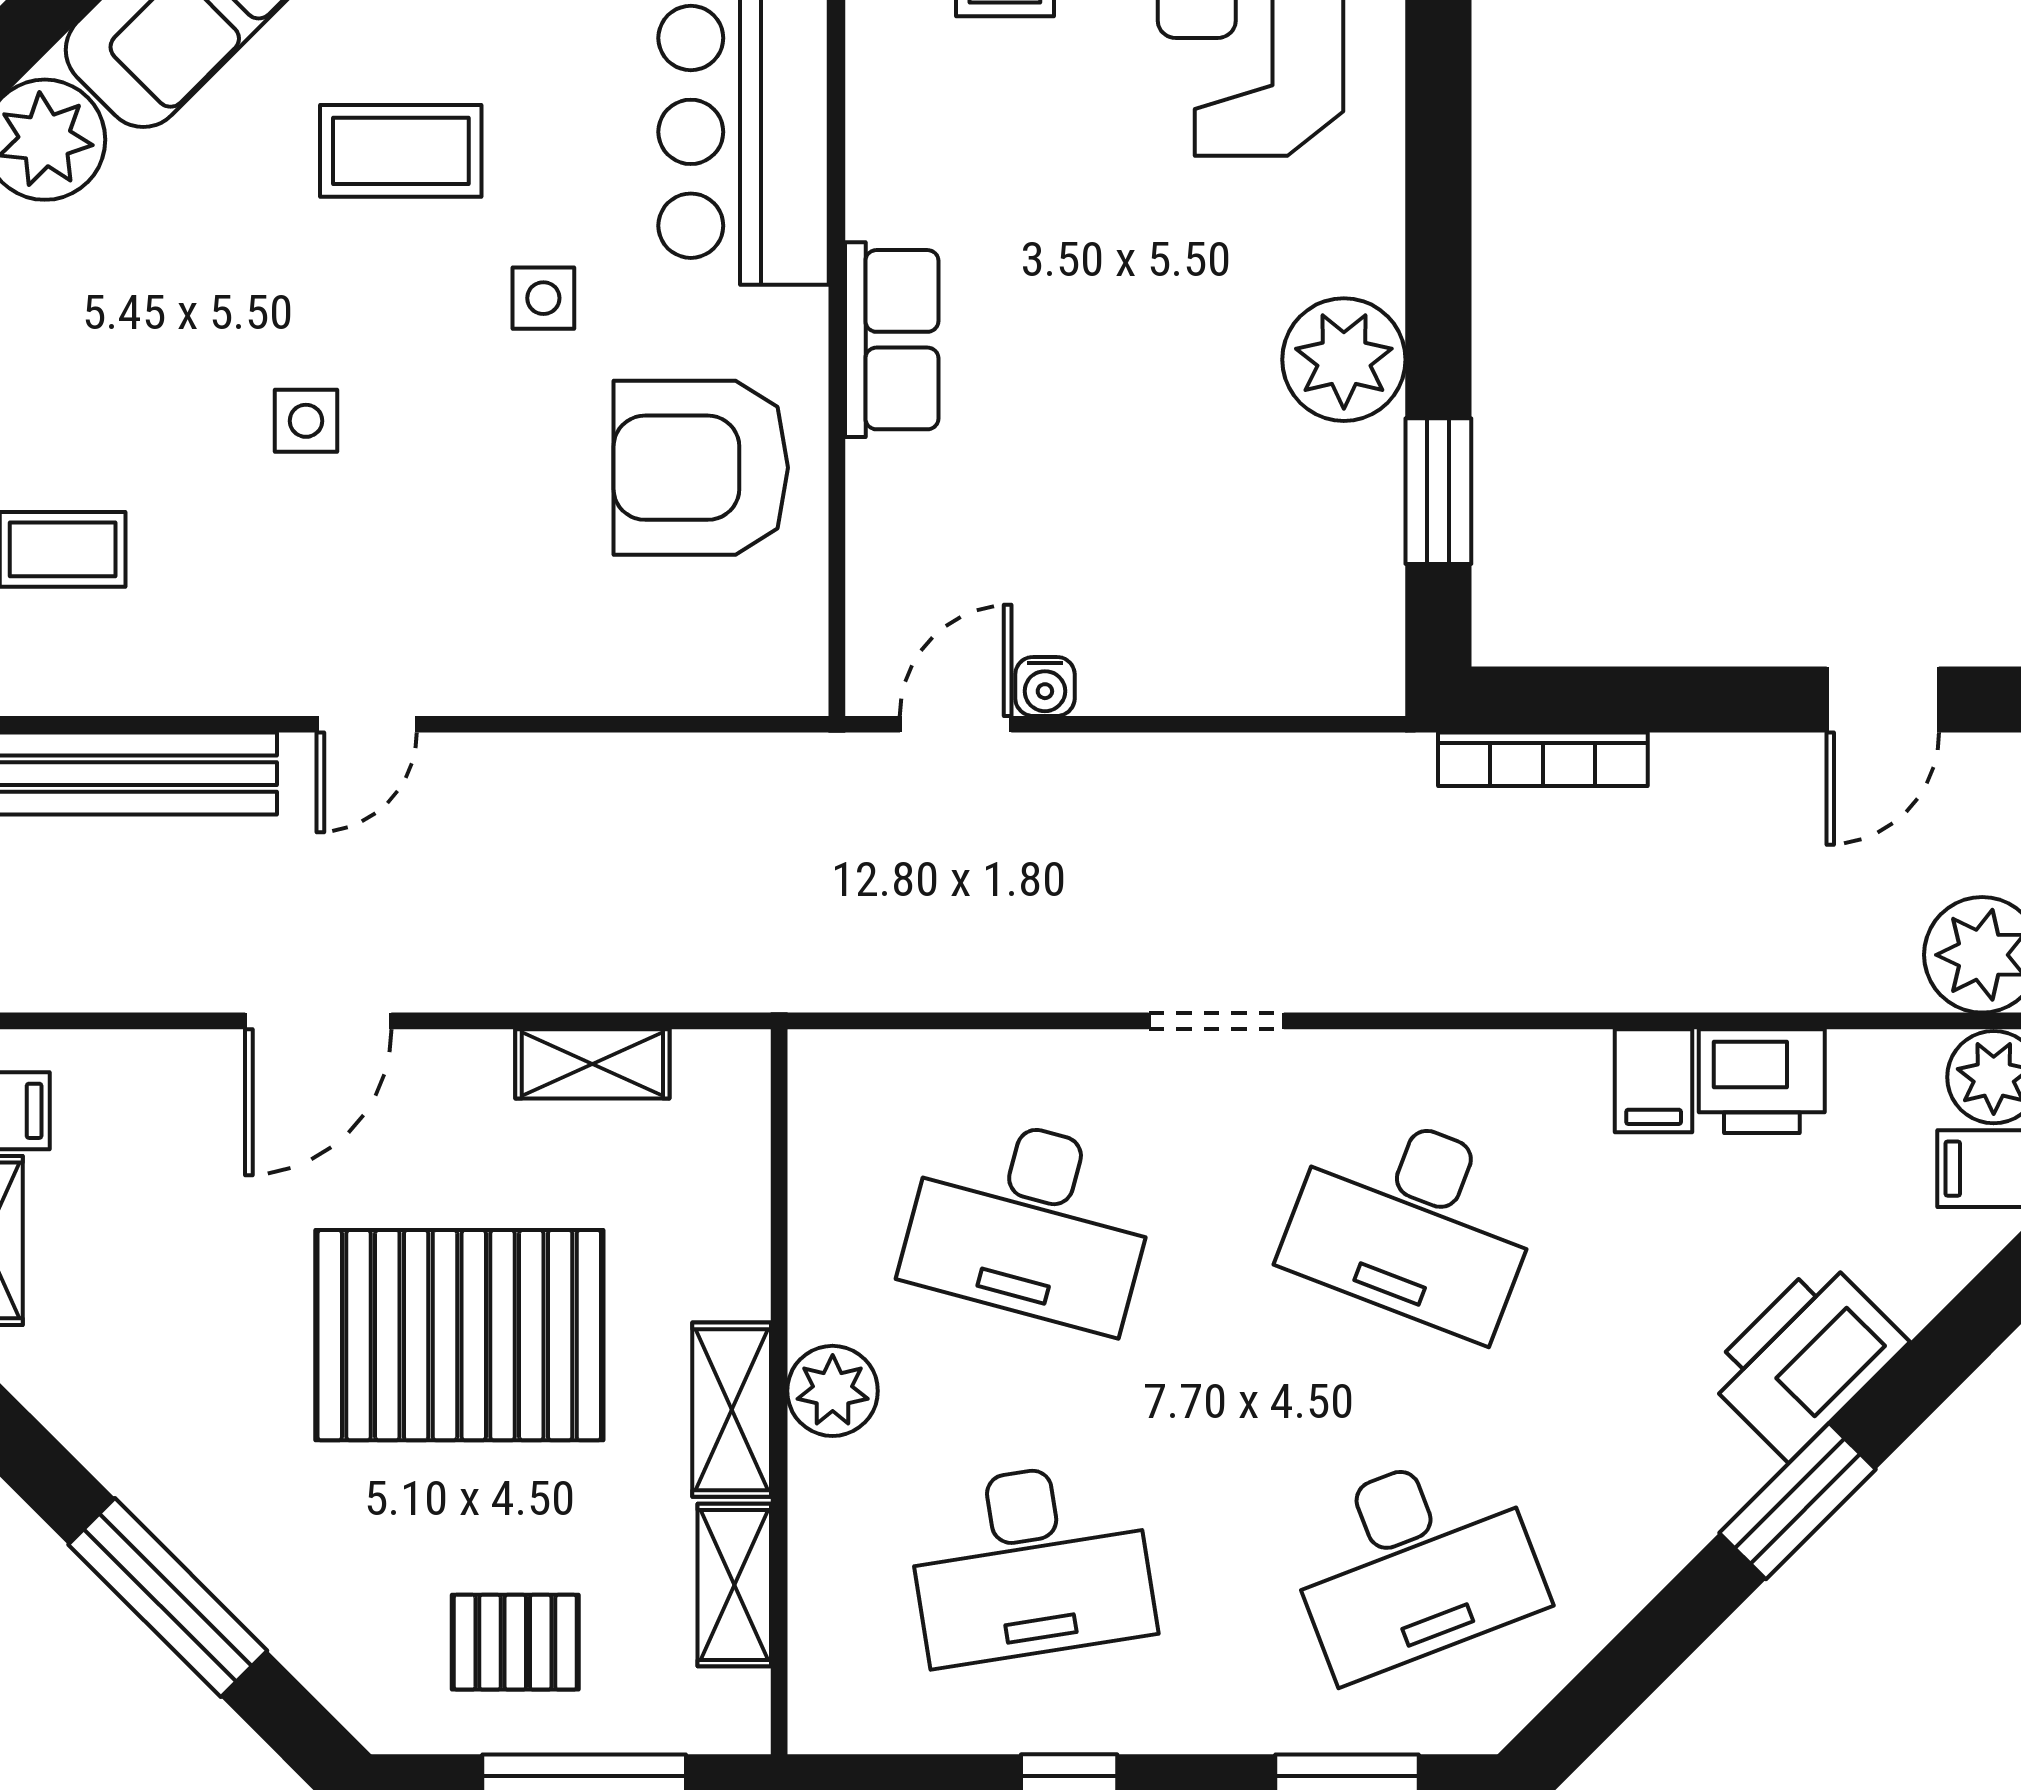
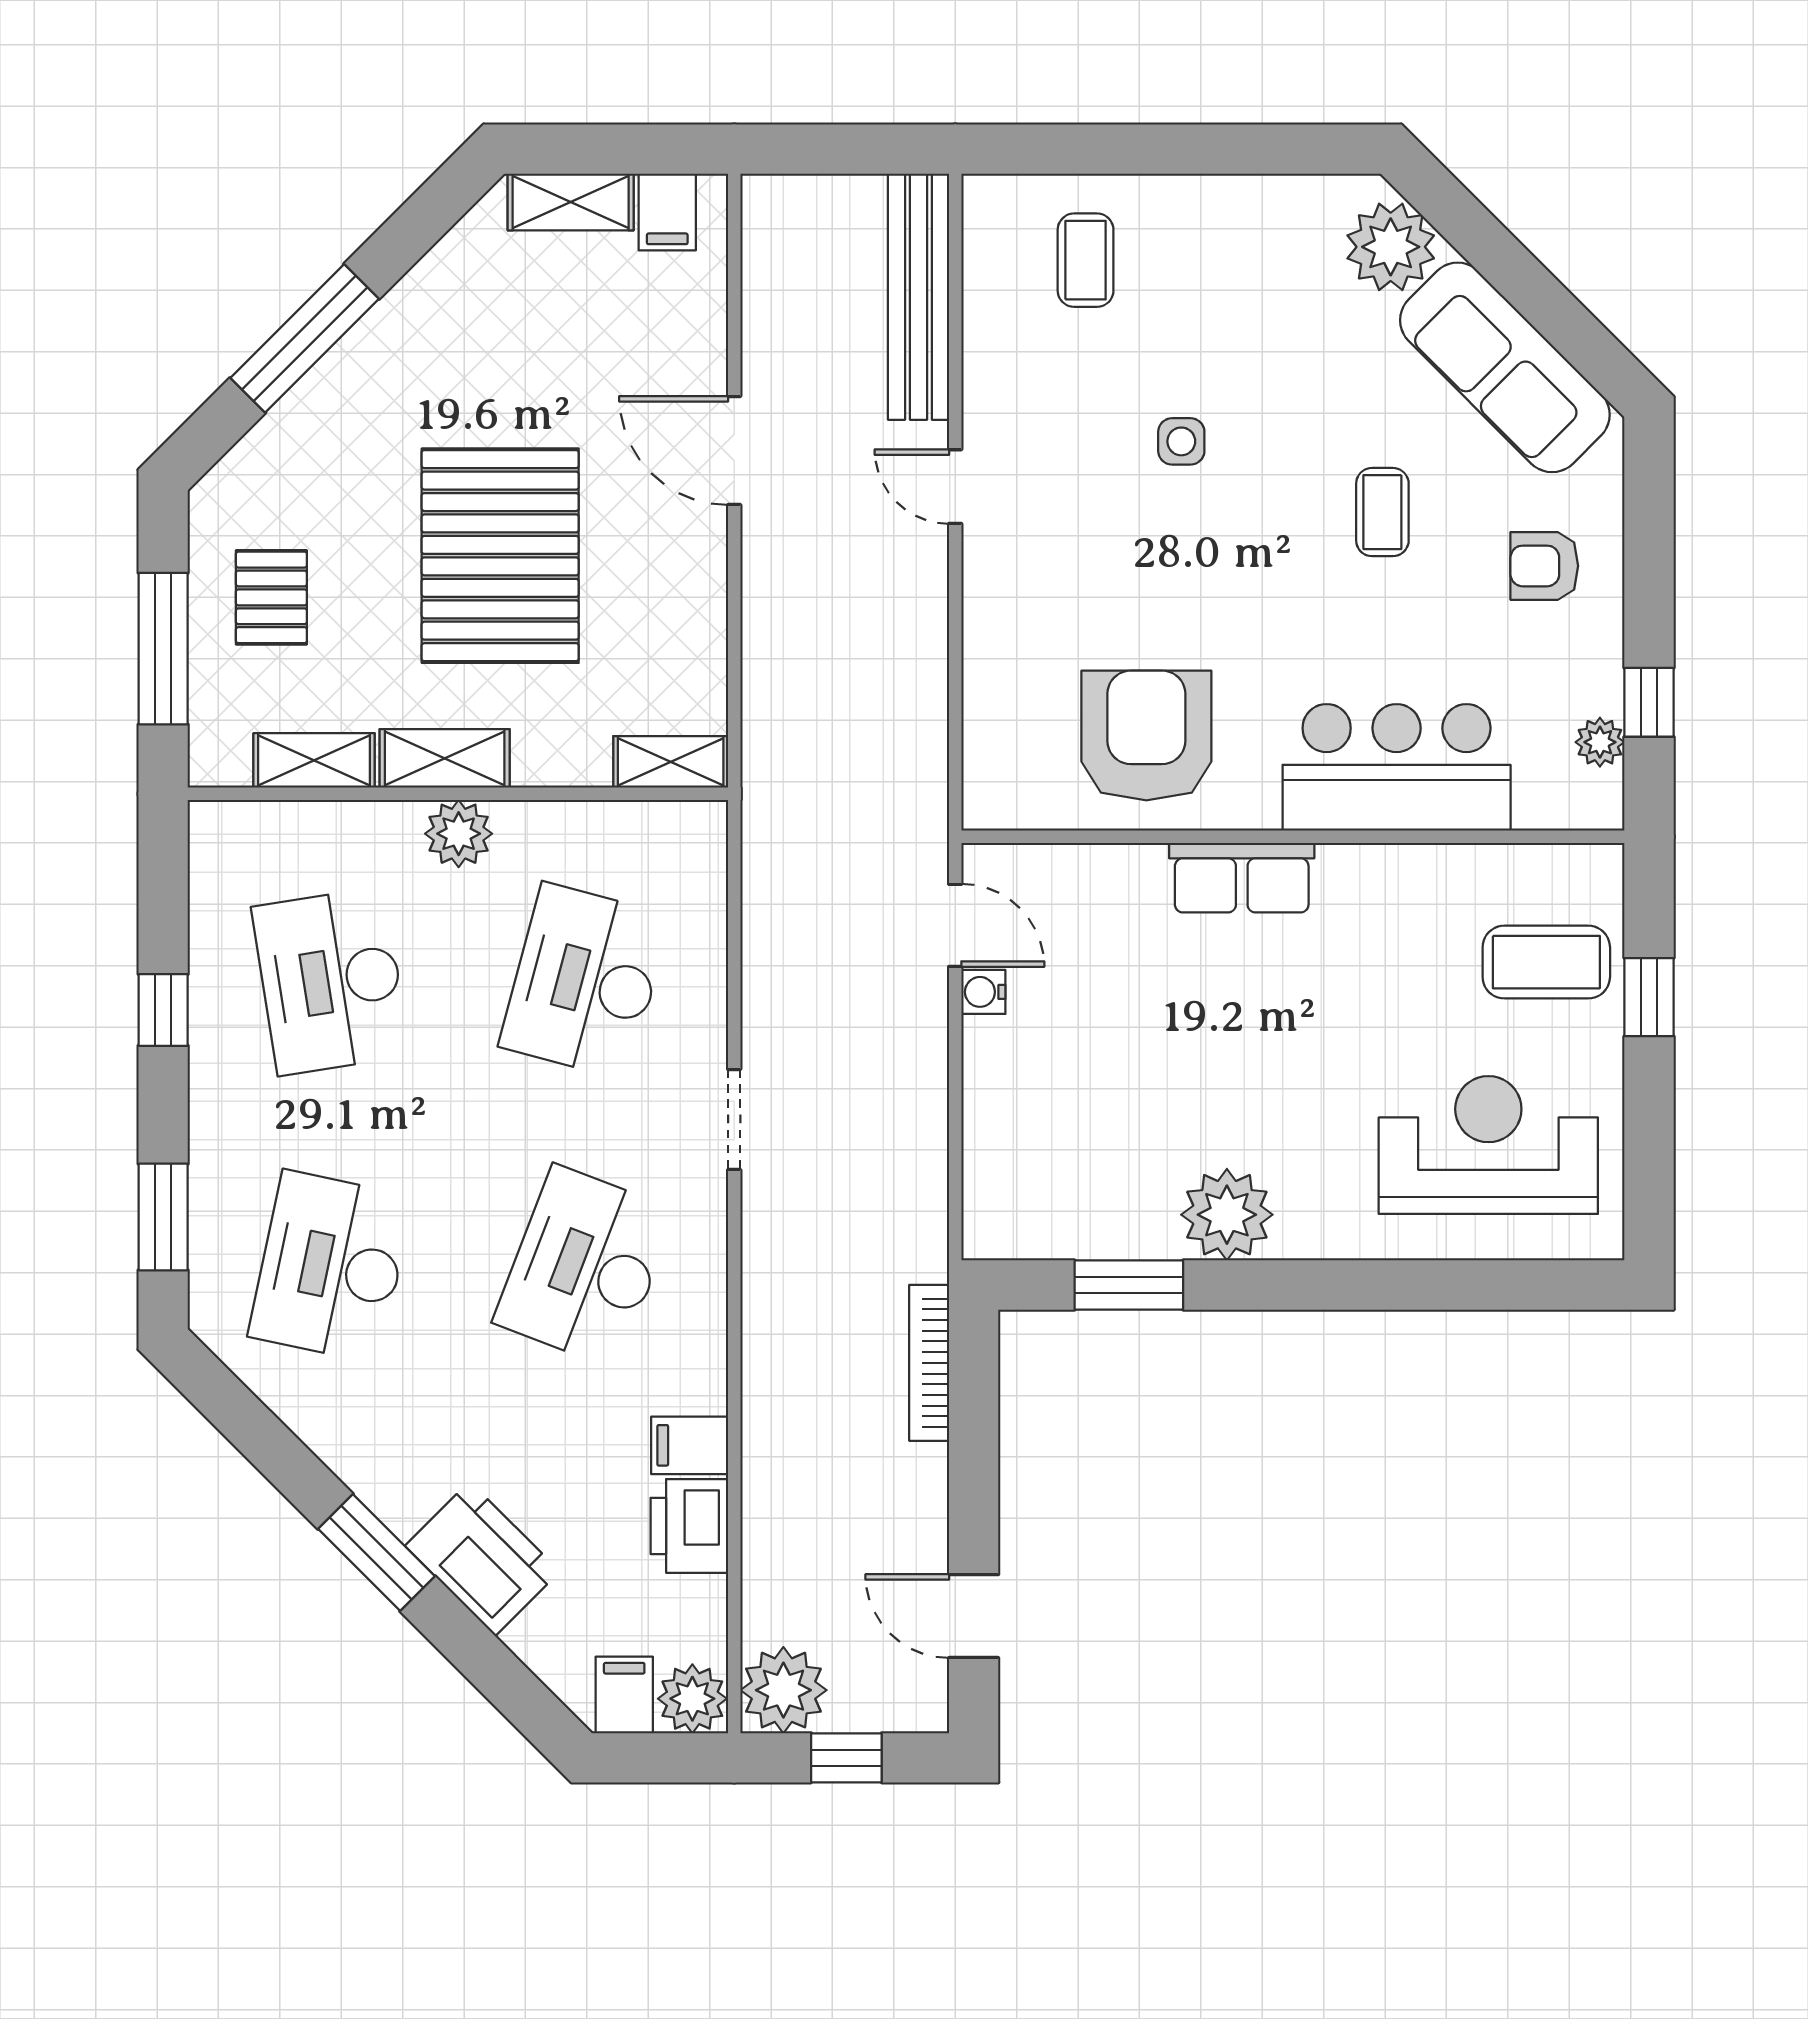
coffee table: (401, 151) -> (1382, 512), width x0.73, depth x0.77
side table: (543, 298) -> (1273, 618), removed
shelving: (592, 1064) -> (671, 762), moved, turned 90
desk: (1414, 1562) -> (331, 1267), turned 33

